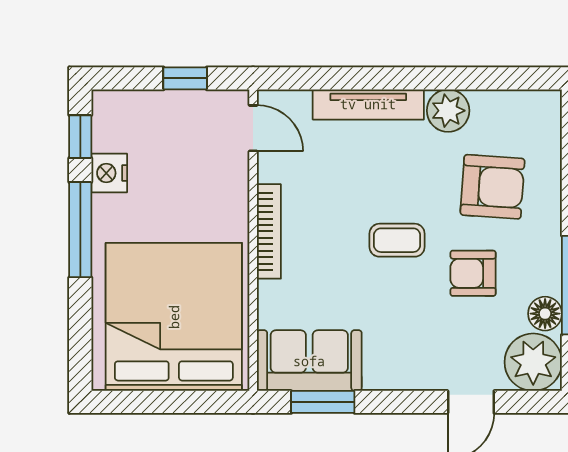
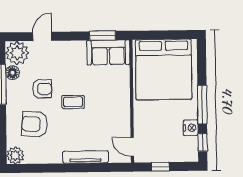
plant: (448, 111) -> (15, 155), moved
bookcase: (269, 231) -> (125, 105), removed

